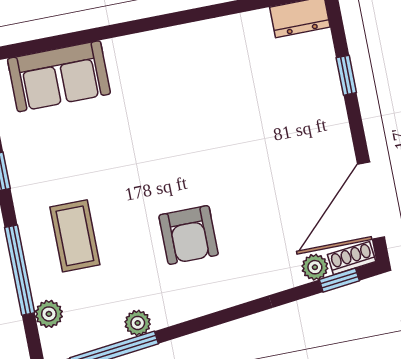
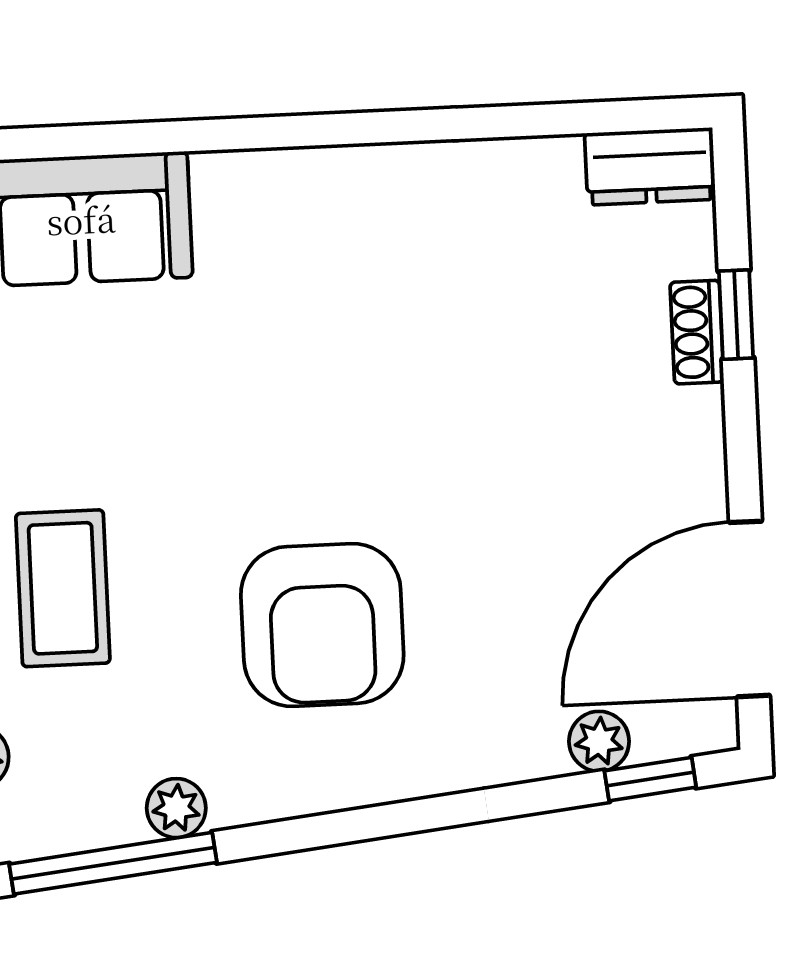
armchair: (189, 235) -> (322, 625), width x1.36, depth x1.36
shoe rack: (352, 258) -> (697, 332), moved, turned -84

